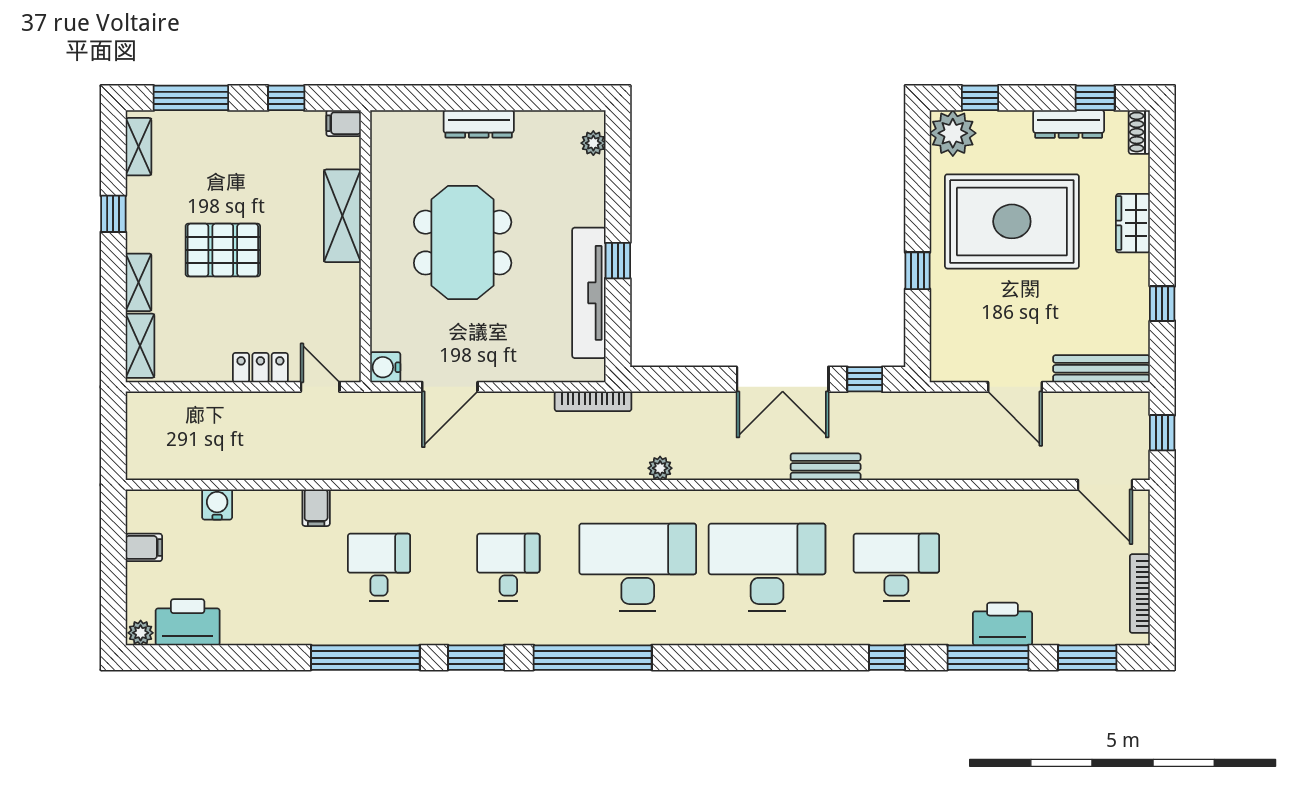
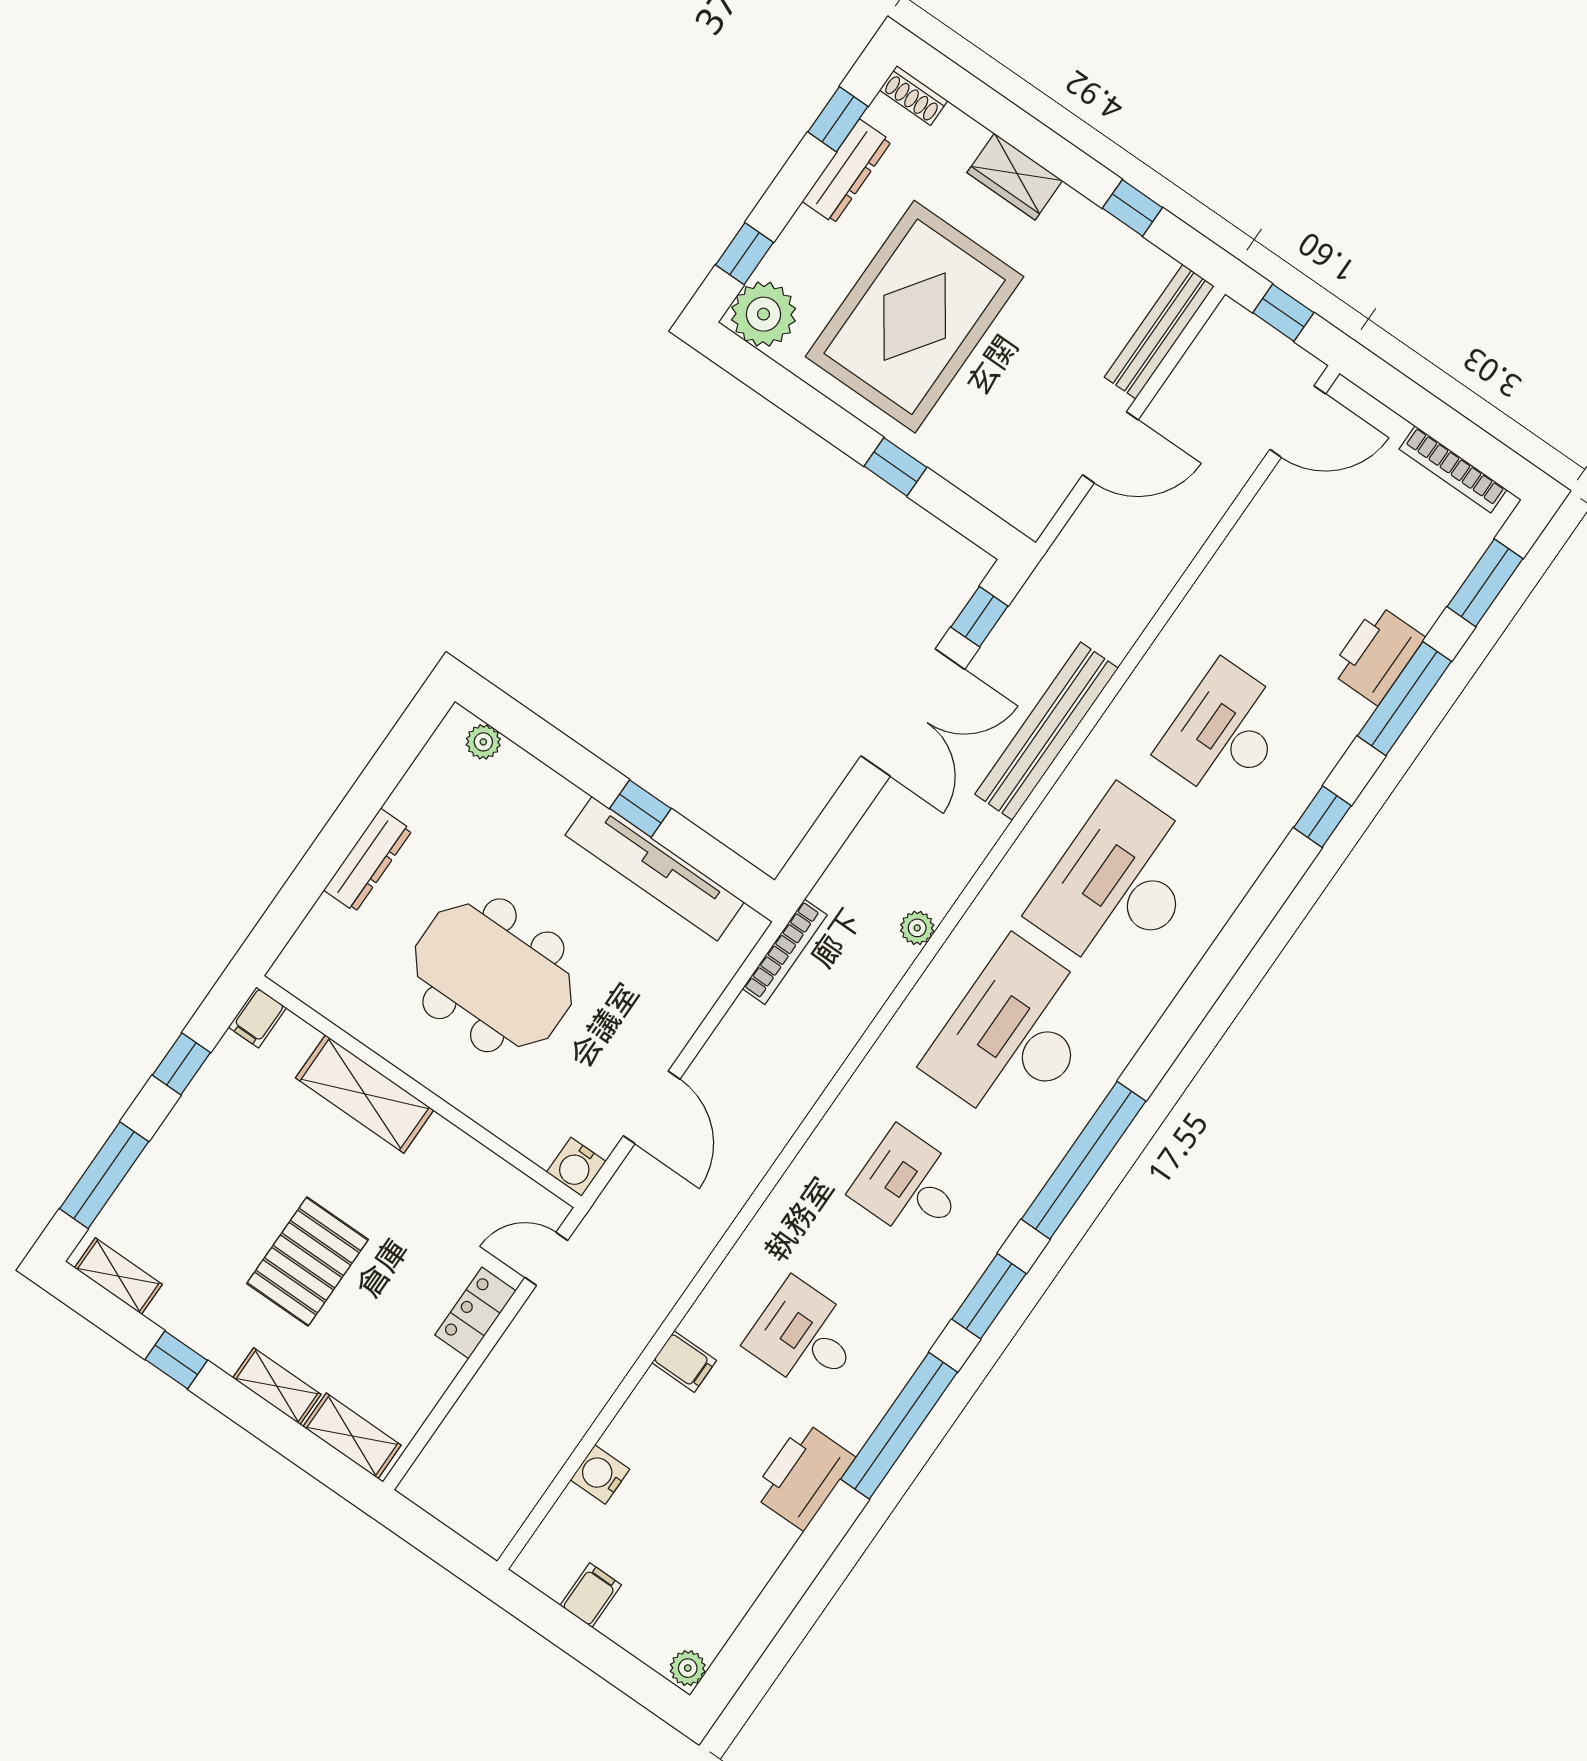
bench: (826, 467) -> (1047, 731), width x1.86, depth x1.21
printer: (188, 622) -> (803, 1476), moved

